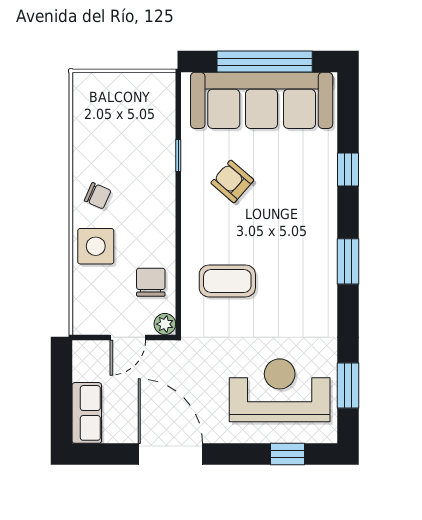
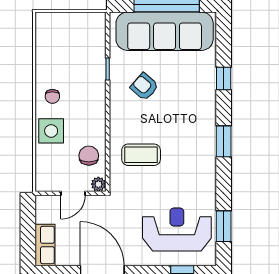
chair: (98, 196) -> (52, 96), turned 66

